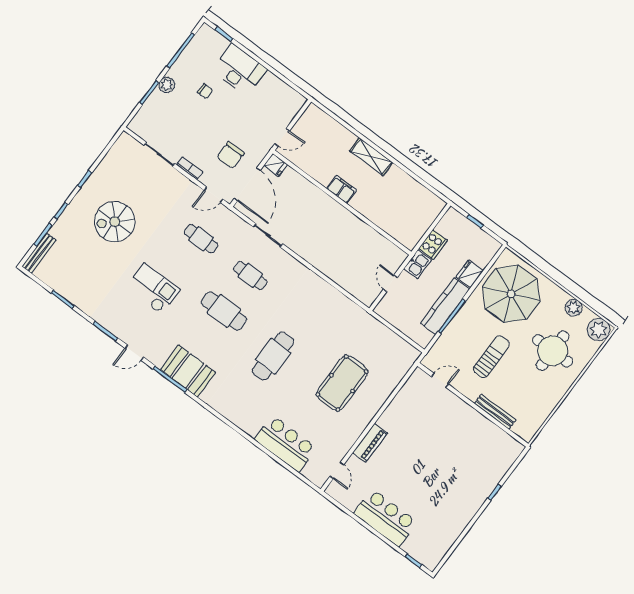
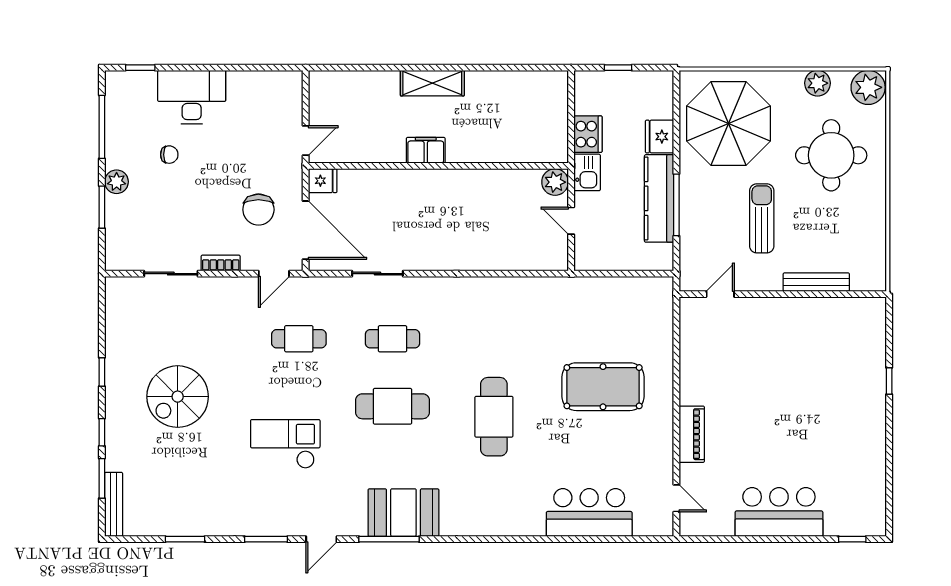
plant: (397, 257) -> (555, 182), added
pool table: (342, 383) -> (603, 387), turned 90

